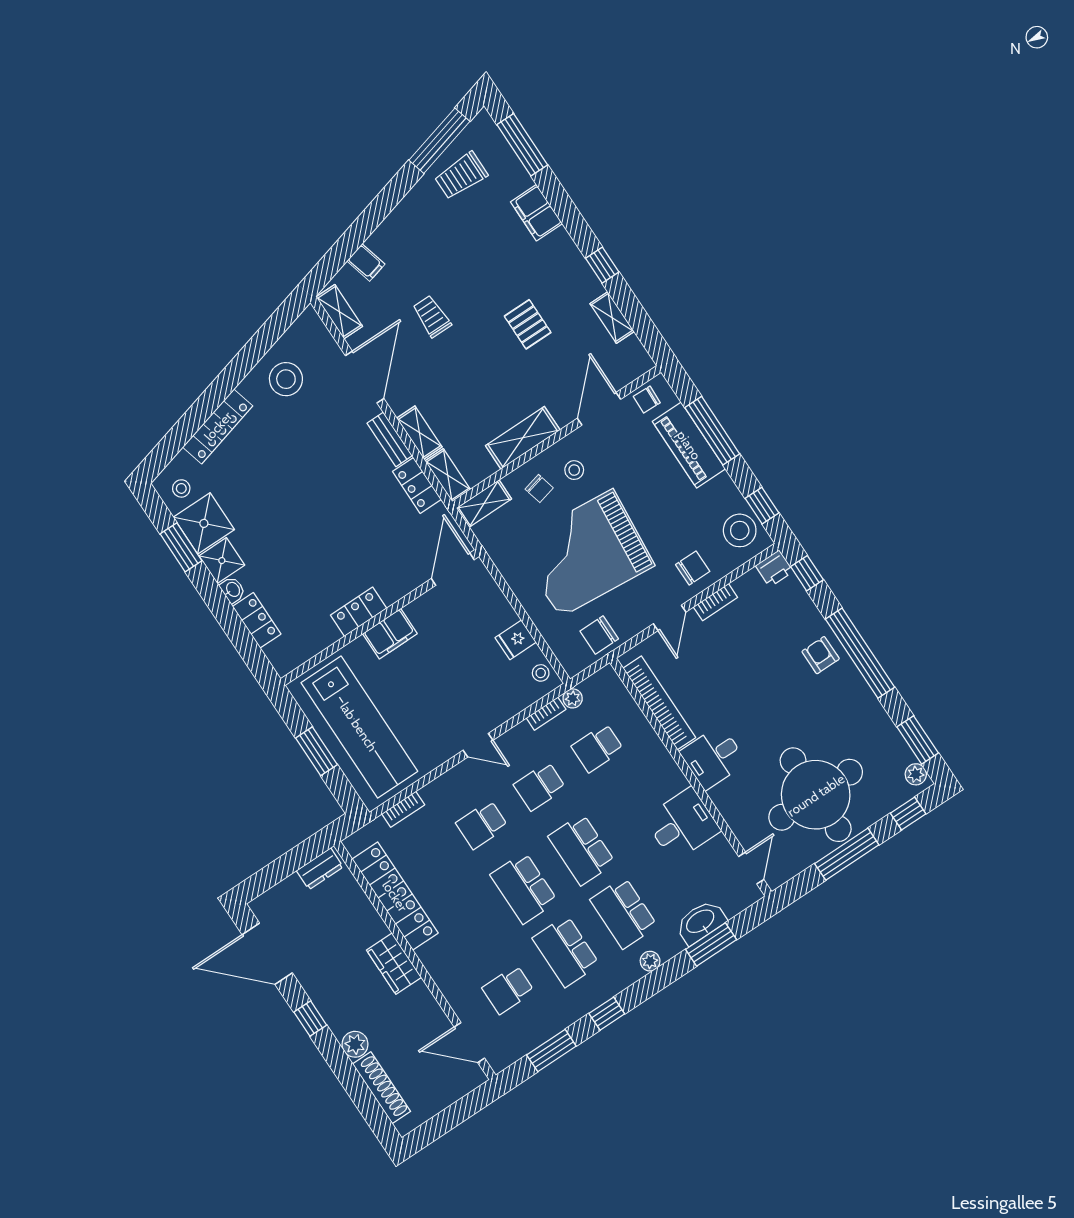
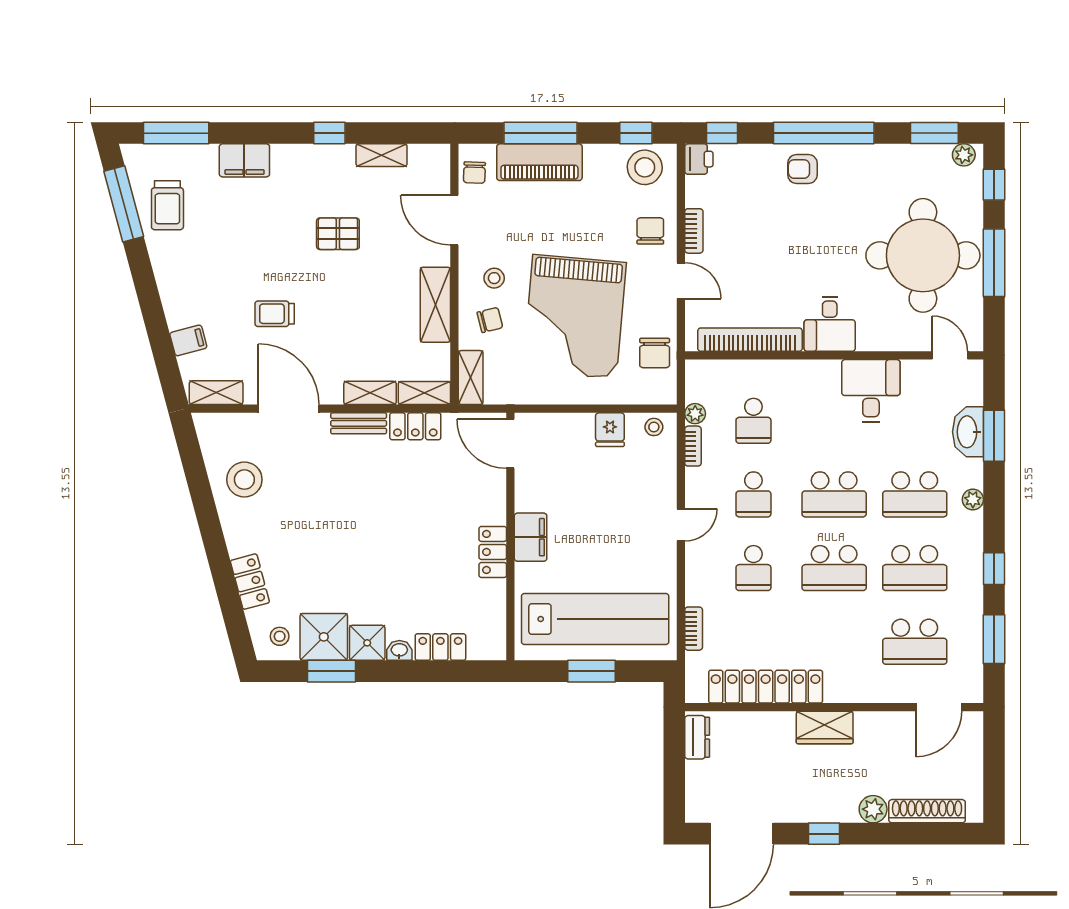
locker: (218, 426) -> (250, 582), width x0.66
school desk: (508, 990) -> (915, 642), width x1.85

